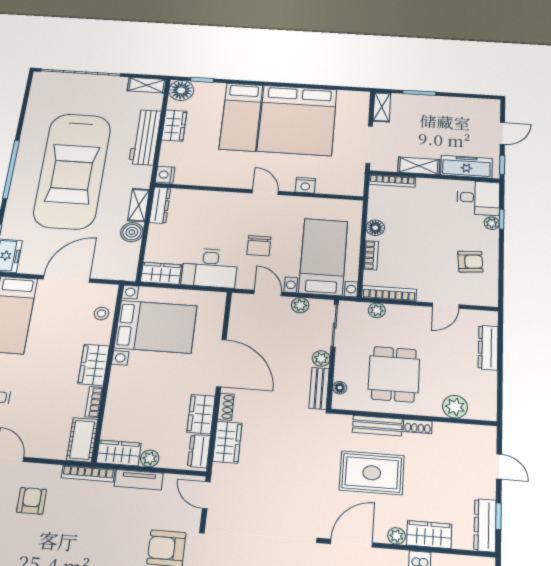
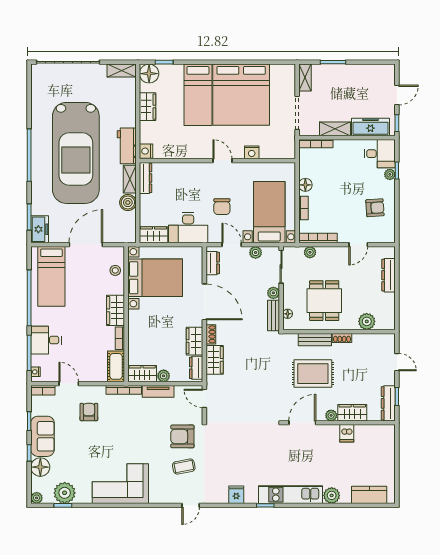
workbench: (145, 137) -> (127, 146), moved, width x0.73
dresser: (239, 314) -> (213, 263), added

